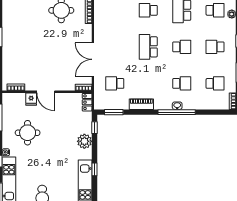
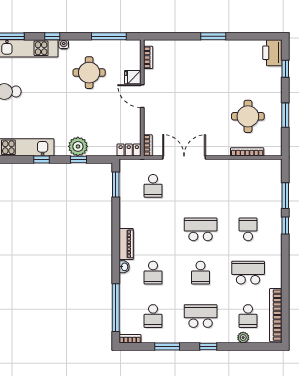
school desk: (215, 47) -> (201, 316), width x1.85
school desk: (115, 83) -> (153, 186), turned 180
door: (46, 92) -> (142, 96), hinge flipped
piano: (141, 104) -> (126, 244), moved
window: (177, 112) -> (116, 308), moved
window: (95, 128) -> (78, 159), moved

